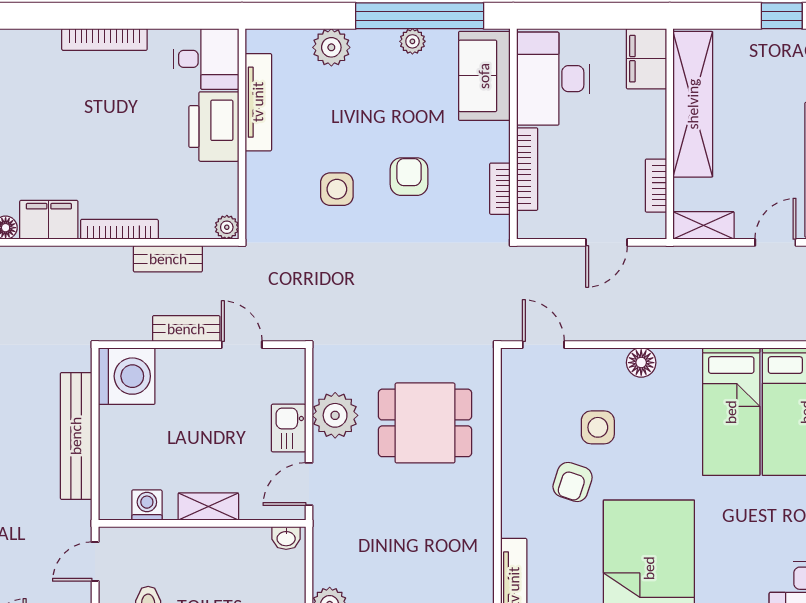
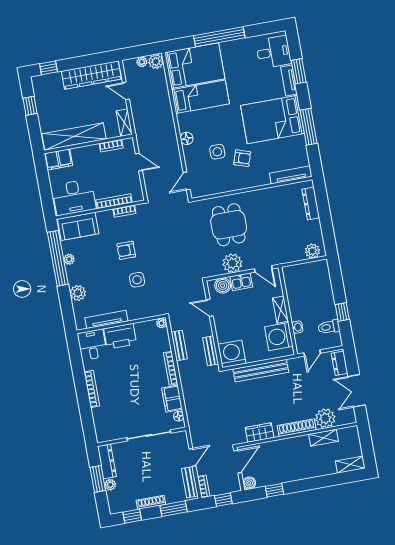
bench: (186, 329) -> (211, 351), moved
door: (242, 345) -> (210, 308), hinge flipped
boiler: (288, 384) -> (223, 286), added
washing machine: (147, 505) -> (279, 337), width x1.89, depth x1.89
washbasin: (286, 538) -> (297, 327), moved
door: (95, 561) -> (312, 353), hinge flipped

